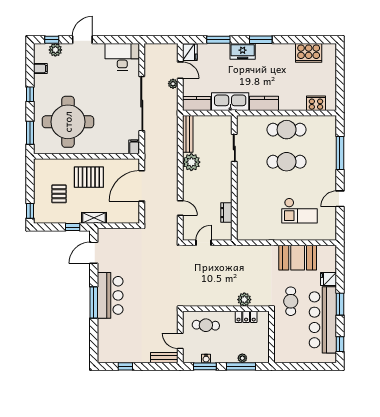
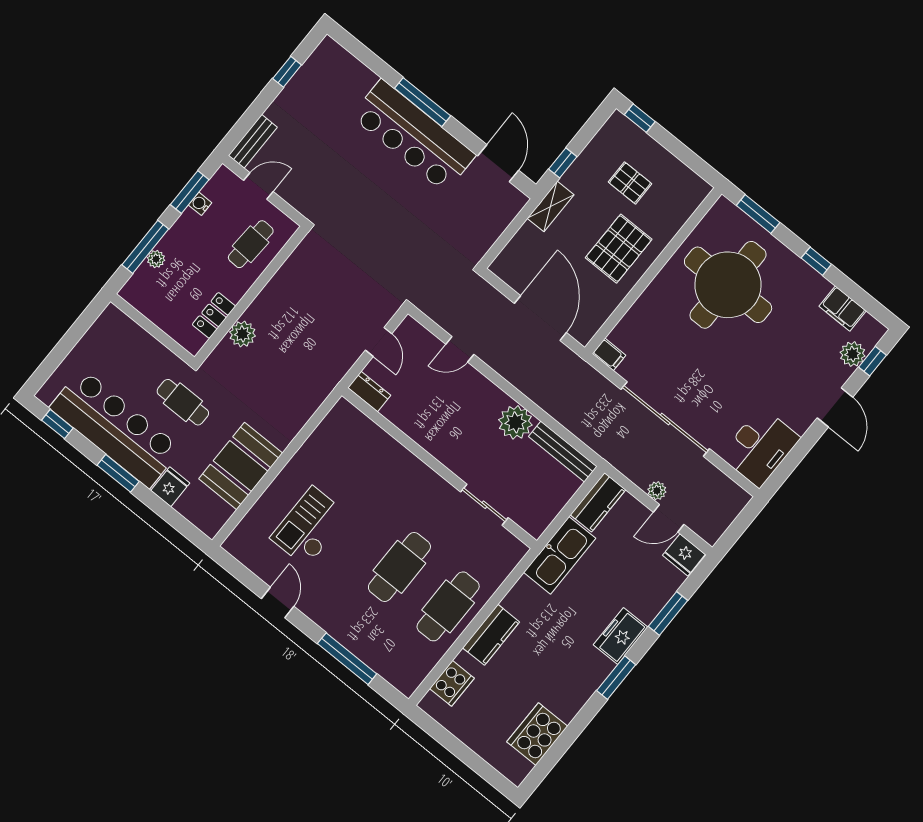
filing cabinet: (40, 68) -> (843, 309), width x2.00
kitchen counter: (264, 103) -> (491, 635), moved
dresser: (226, 213) -> (369, 391), moved
bar counter: (110, 295) -> (413, 136), width x1.36

